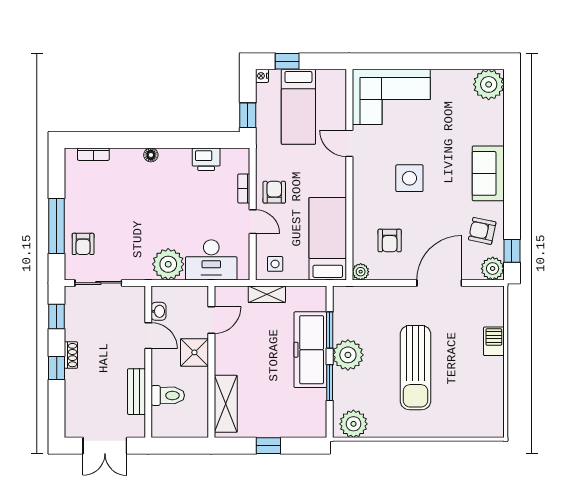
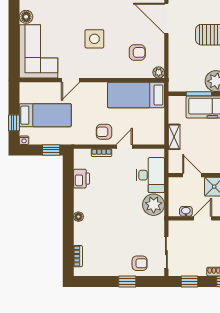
floor lamp: (441, 79) -> (26, 17), added
window: (57, 226) -> (127, 281), width x0.46
side table: (275, 264) -> (153, 131), removed

